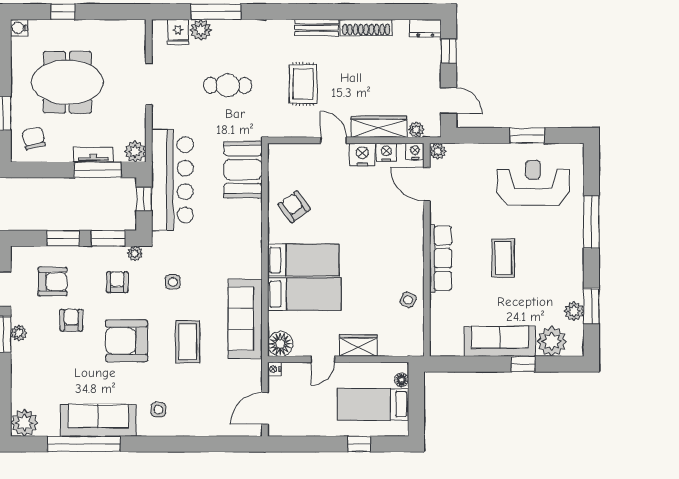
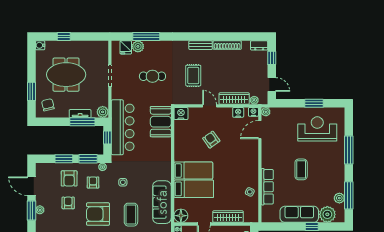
nightstand: (362, 154) -> (181, 114), moved
door: (427, 184) -> (260, 130), hinge flipped
armchair: (294, 207) -> (211, 140), moved
row of seats: (441, 258) -> (267, 187), moved
armchair: (52, 282) -> (69, 178), moved, turned 90
window: (591, 306) -> (349, 195), width x1.44
wardrobe: (358, 345) -> (228, 217), width x1.50

